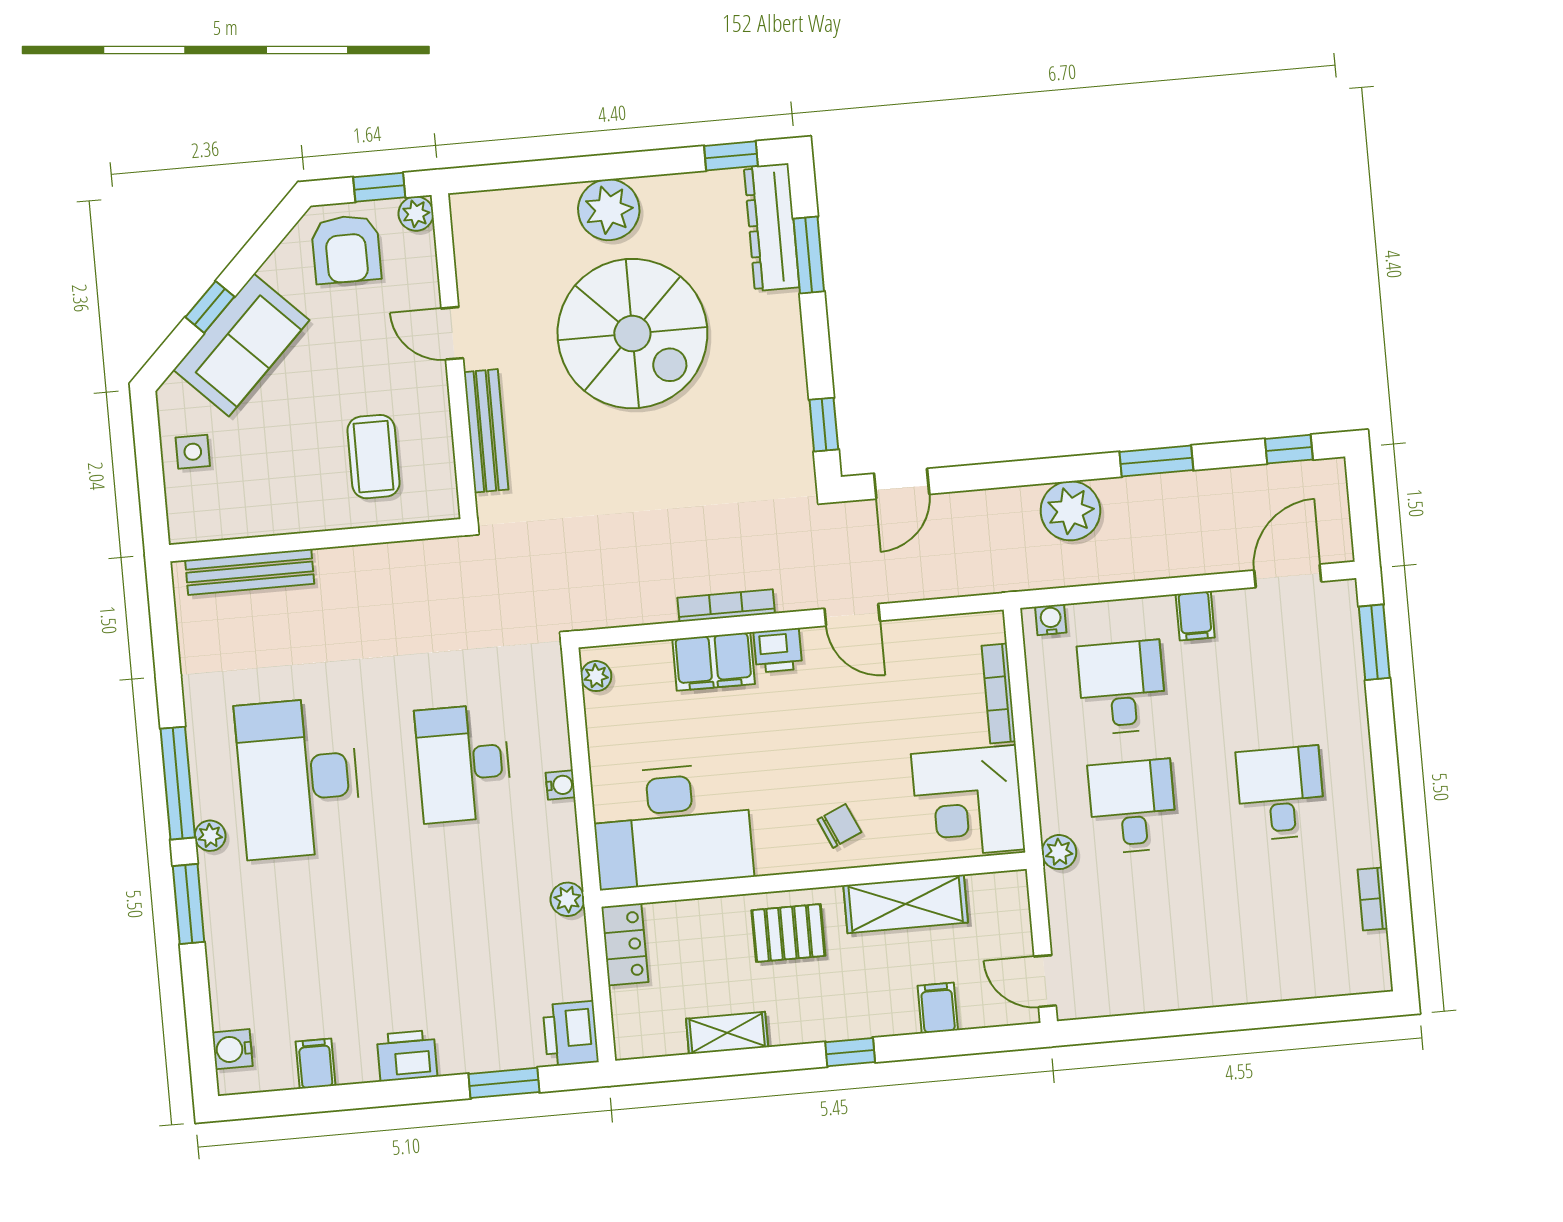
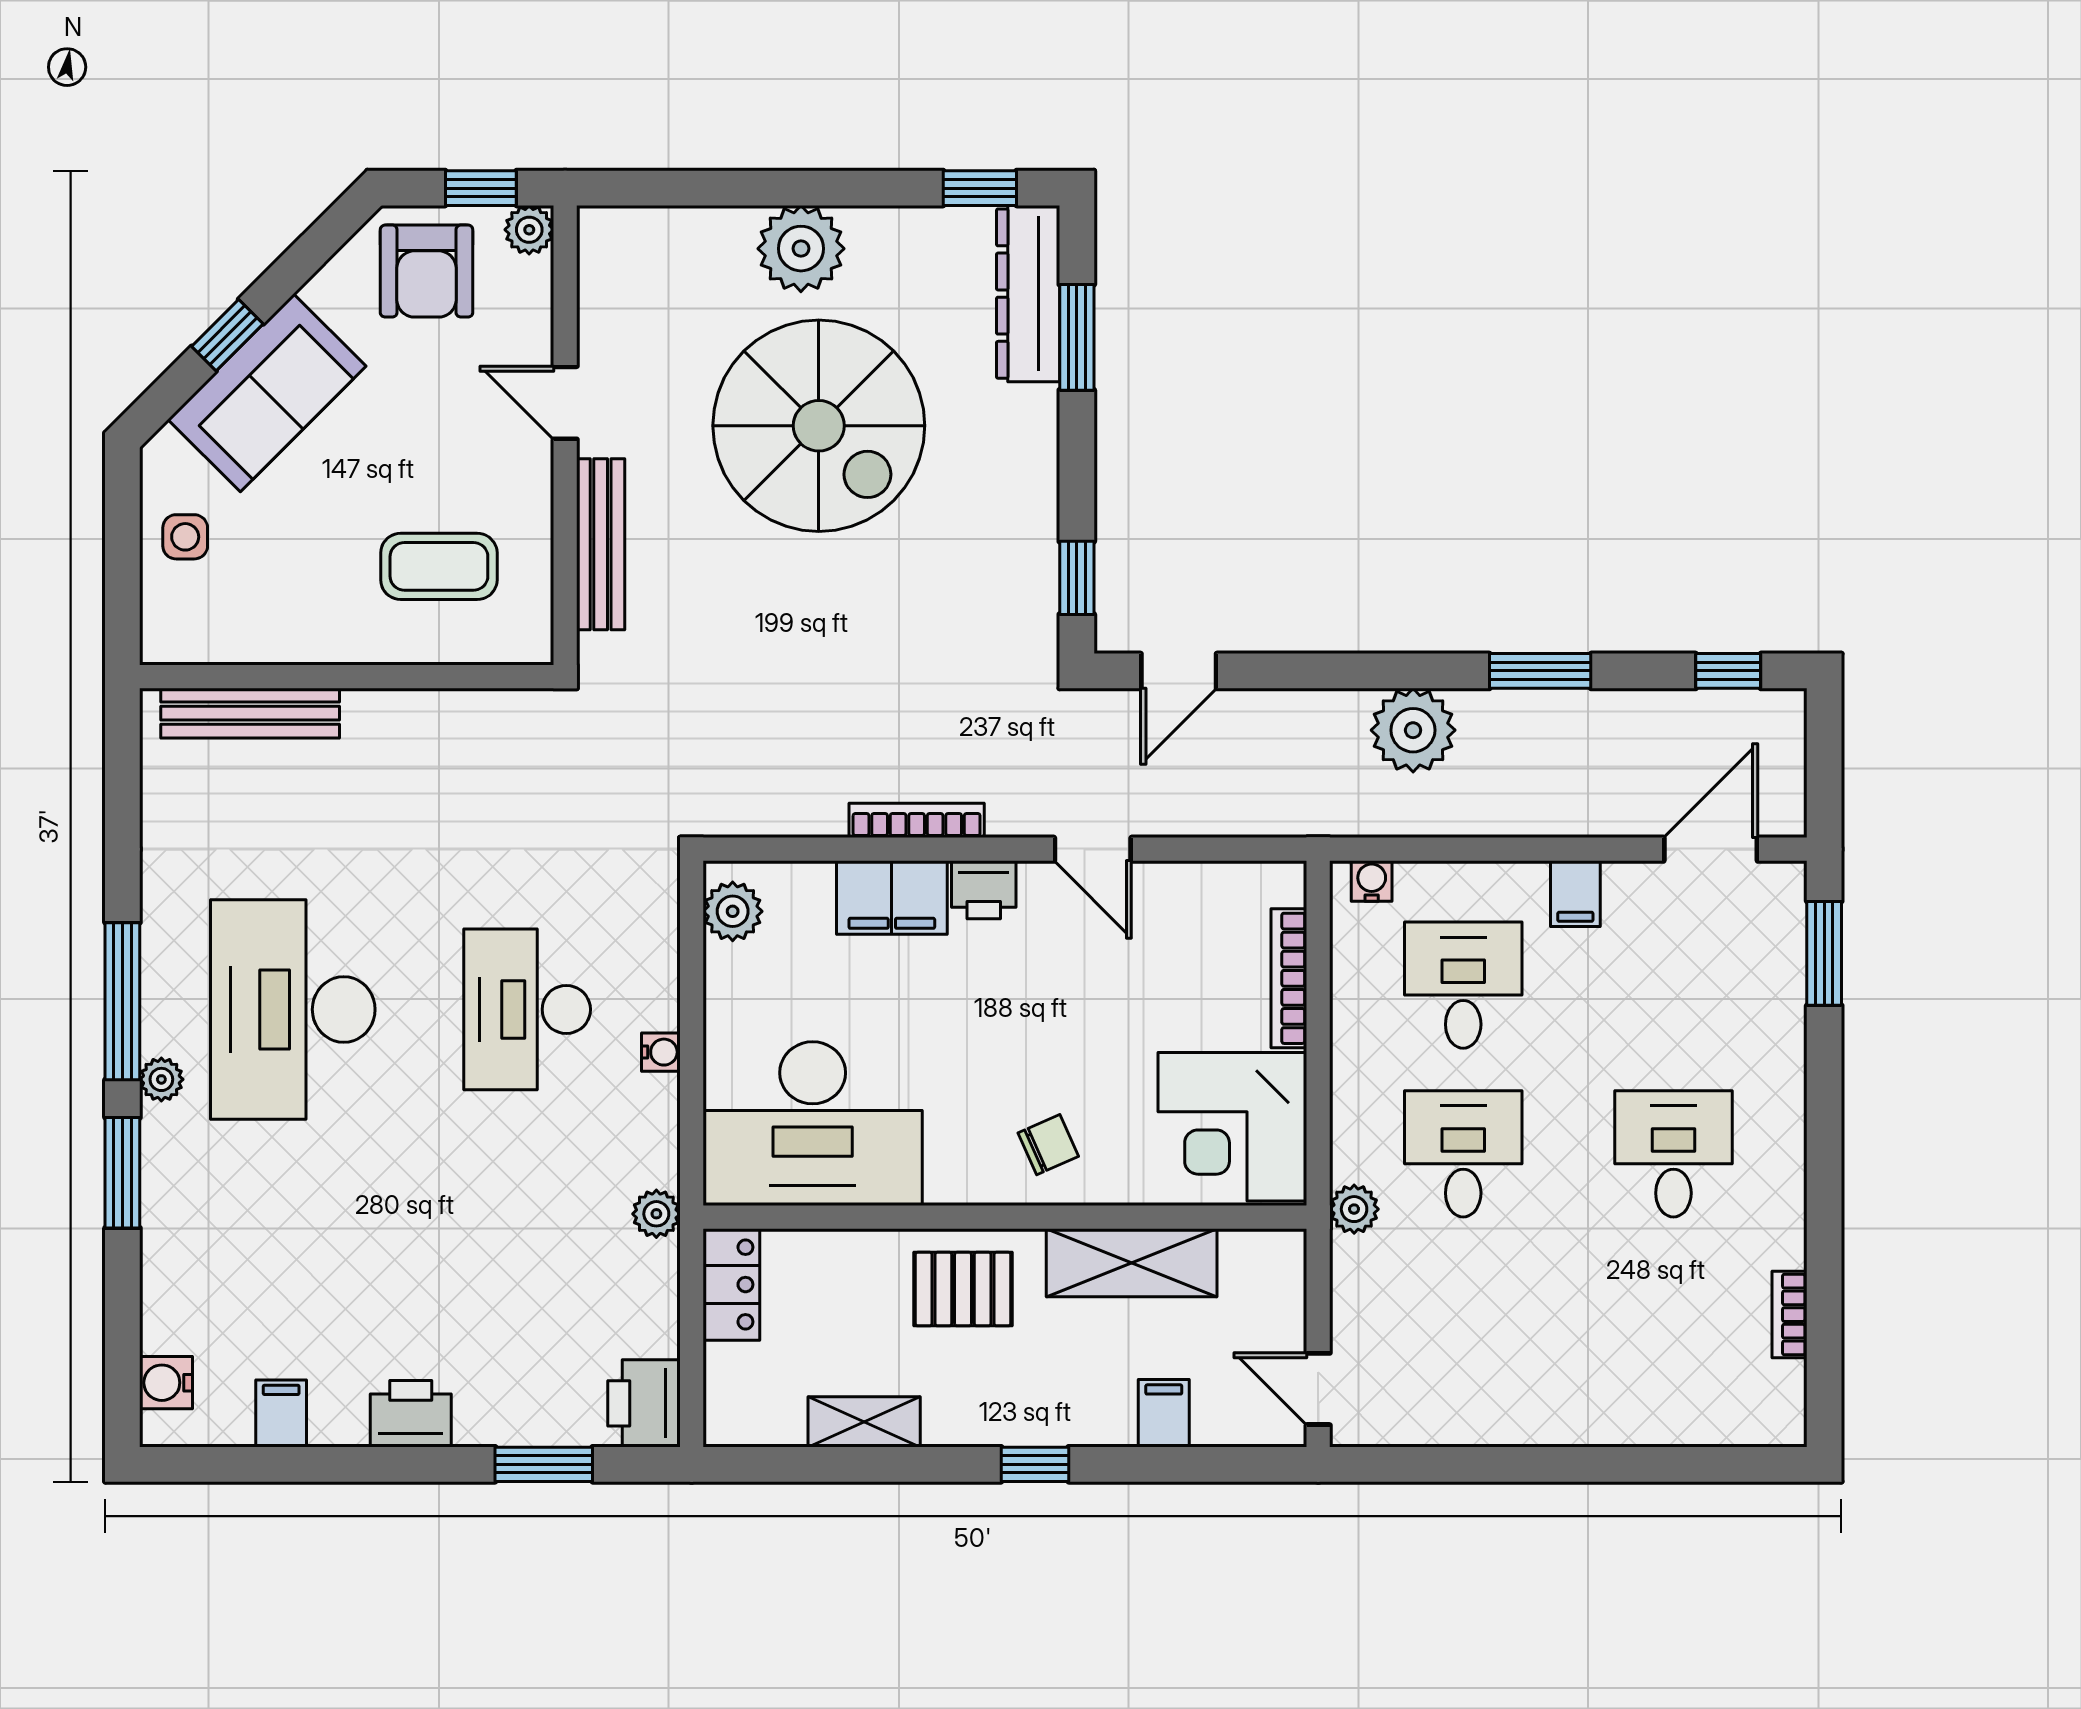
coffee table: (374, 457) -> (439, 566), turned 90
plant: (596, 676) -> (733, 911), width x1.38, depth x1.38

